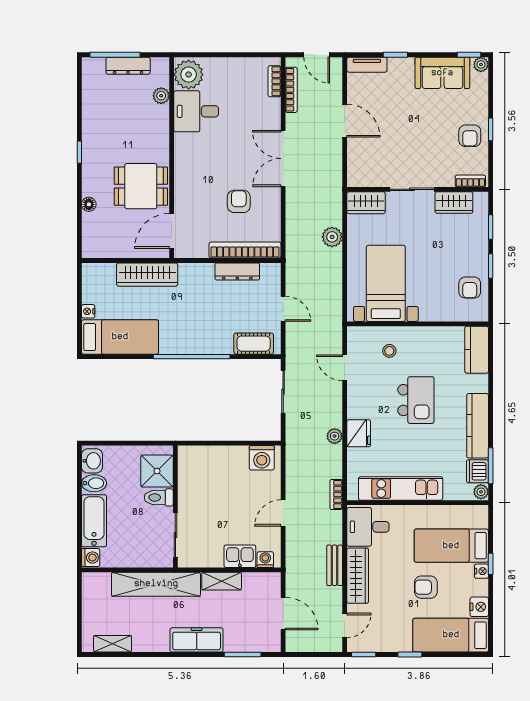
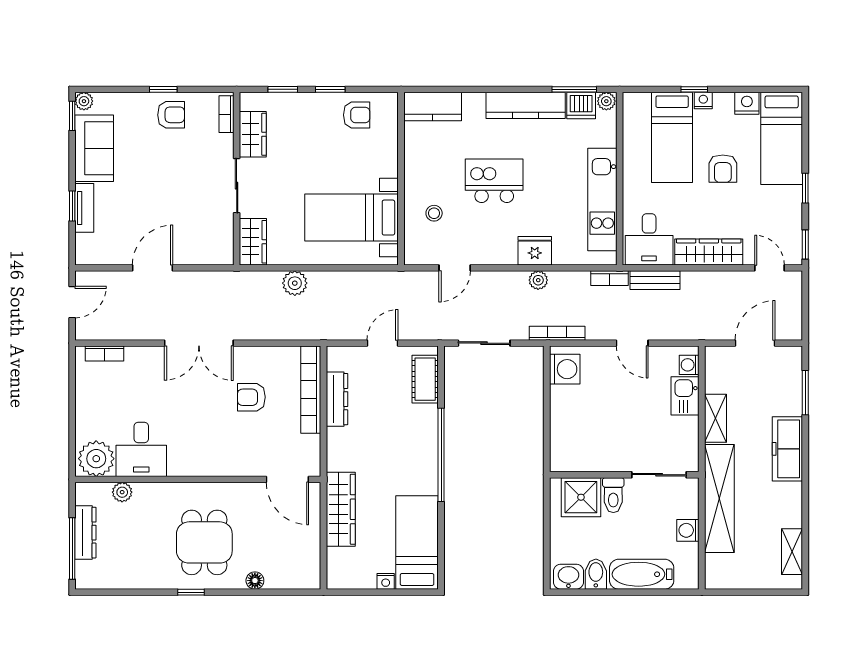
tv unit: (367, 65) -> (84, 208), moved
bookcase: (291, 90) -> (557, 333), moved
dining table: (141, 186) -> (204, 542), moved
washing machine: (91, 558) -> (688, 530), moved, turned -90
bench: (335, 565) -> (655, 280), moved

